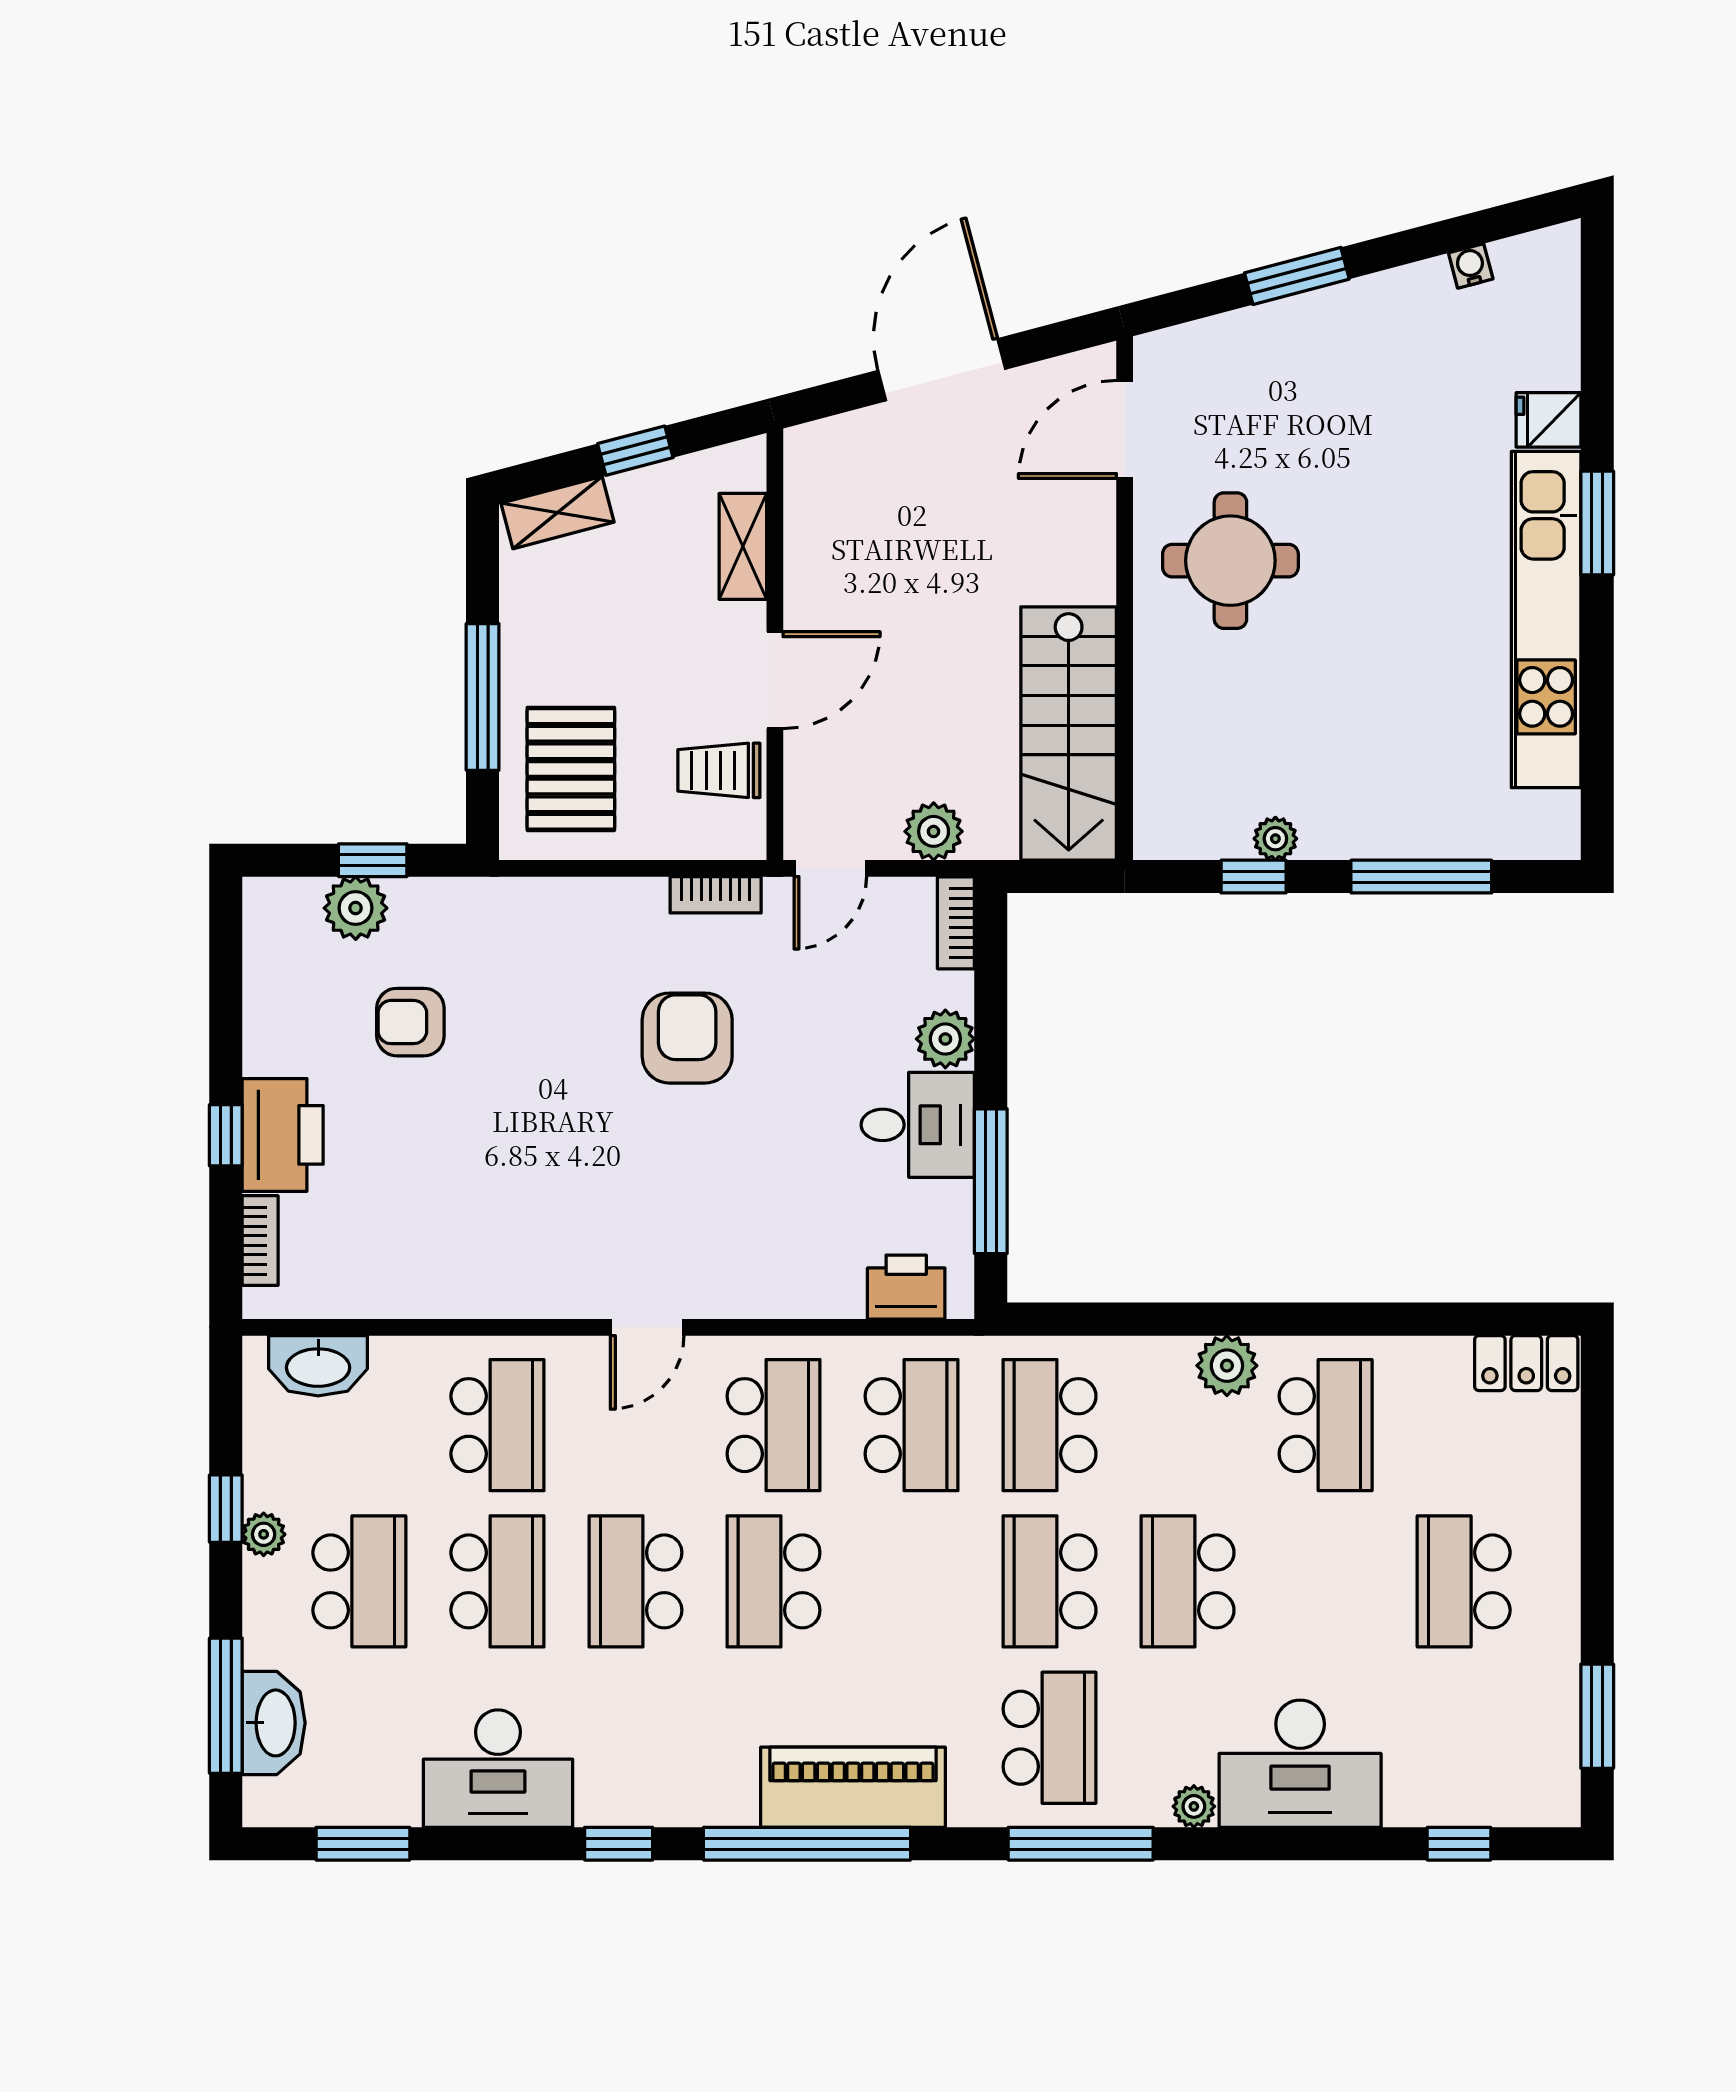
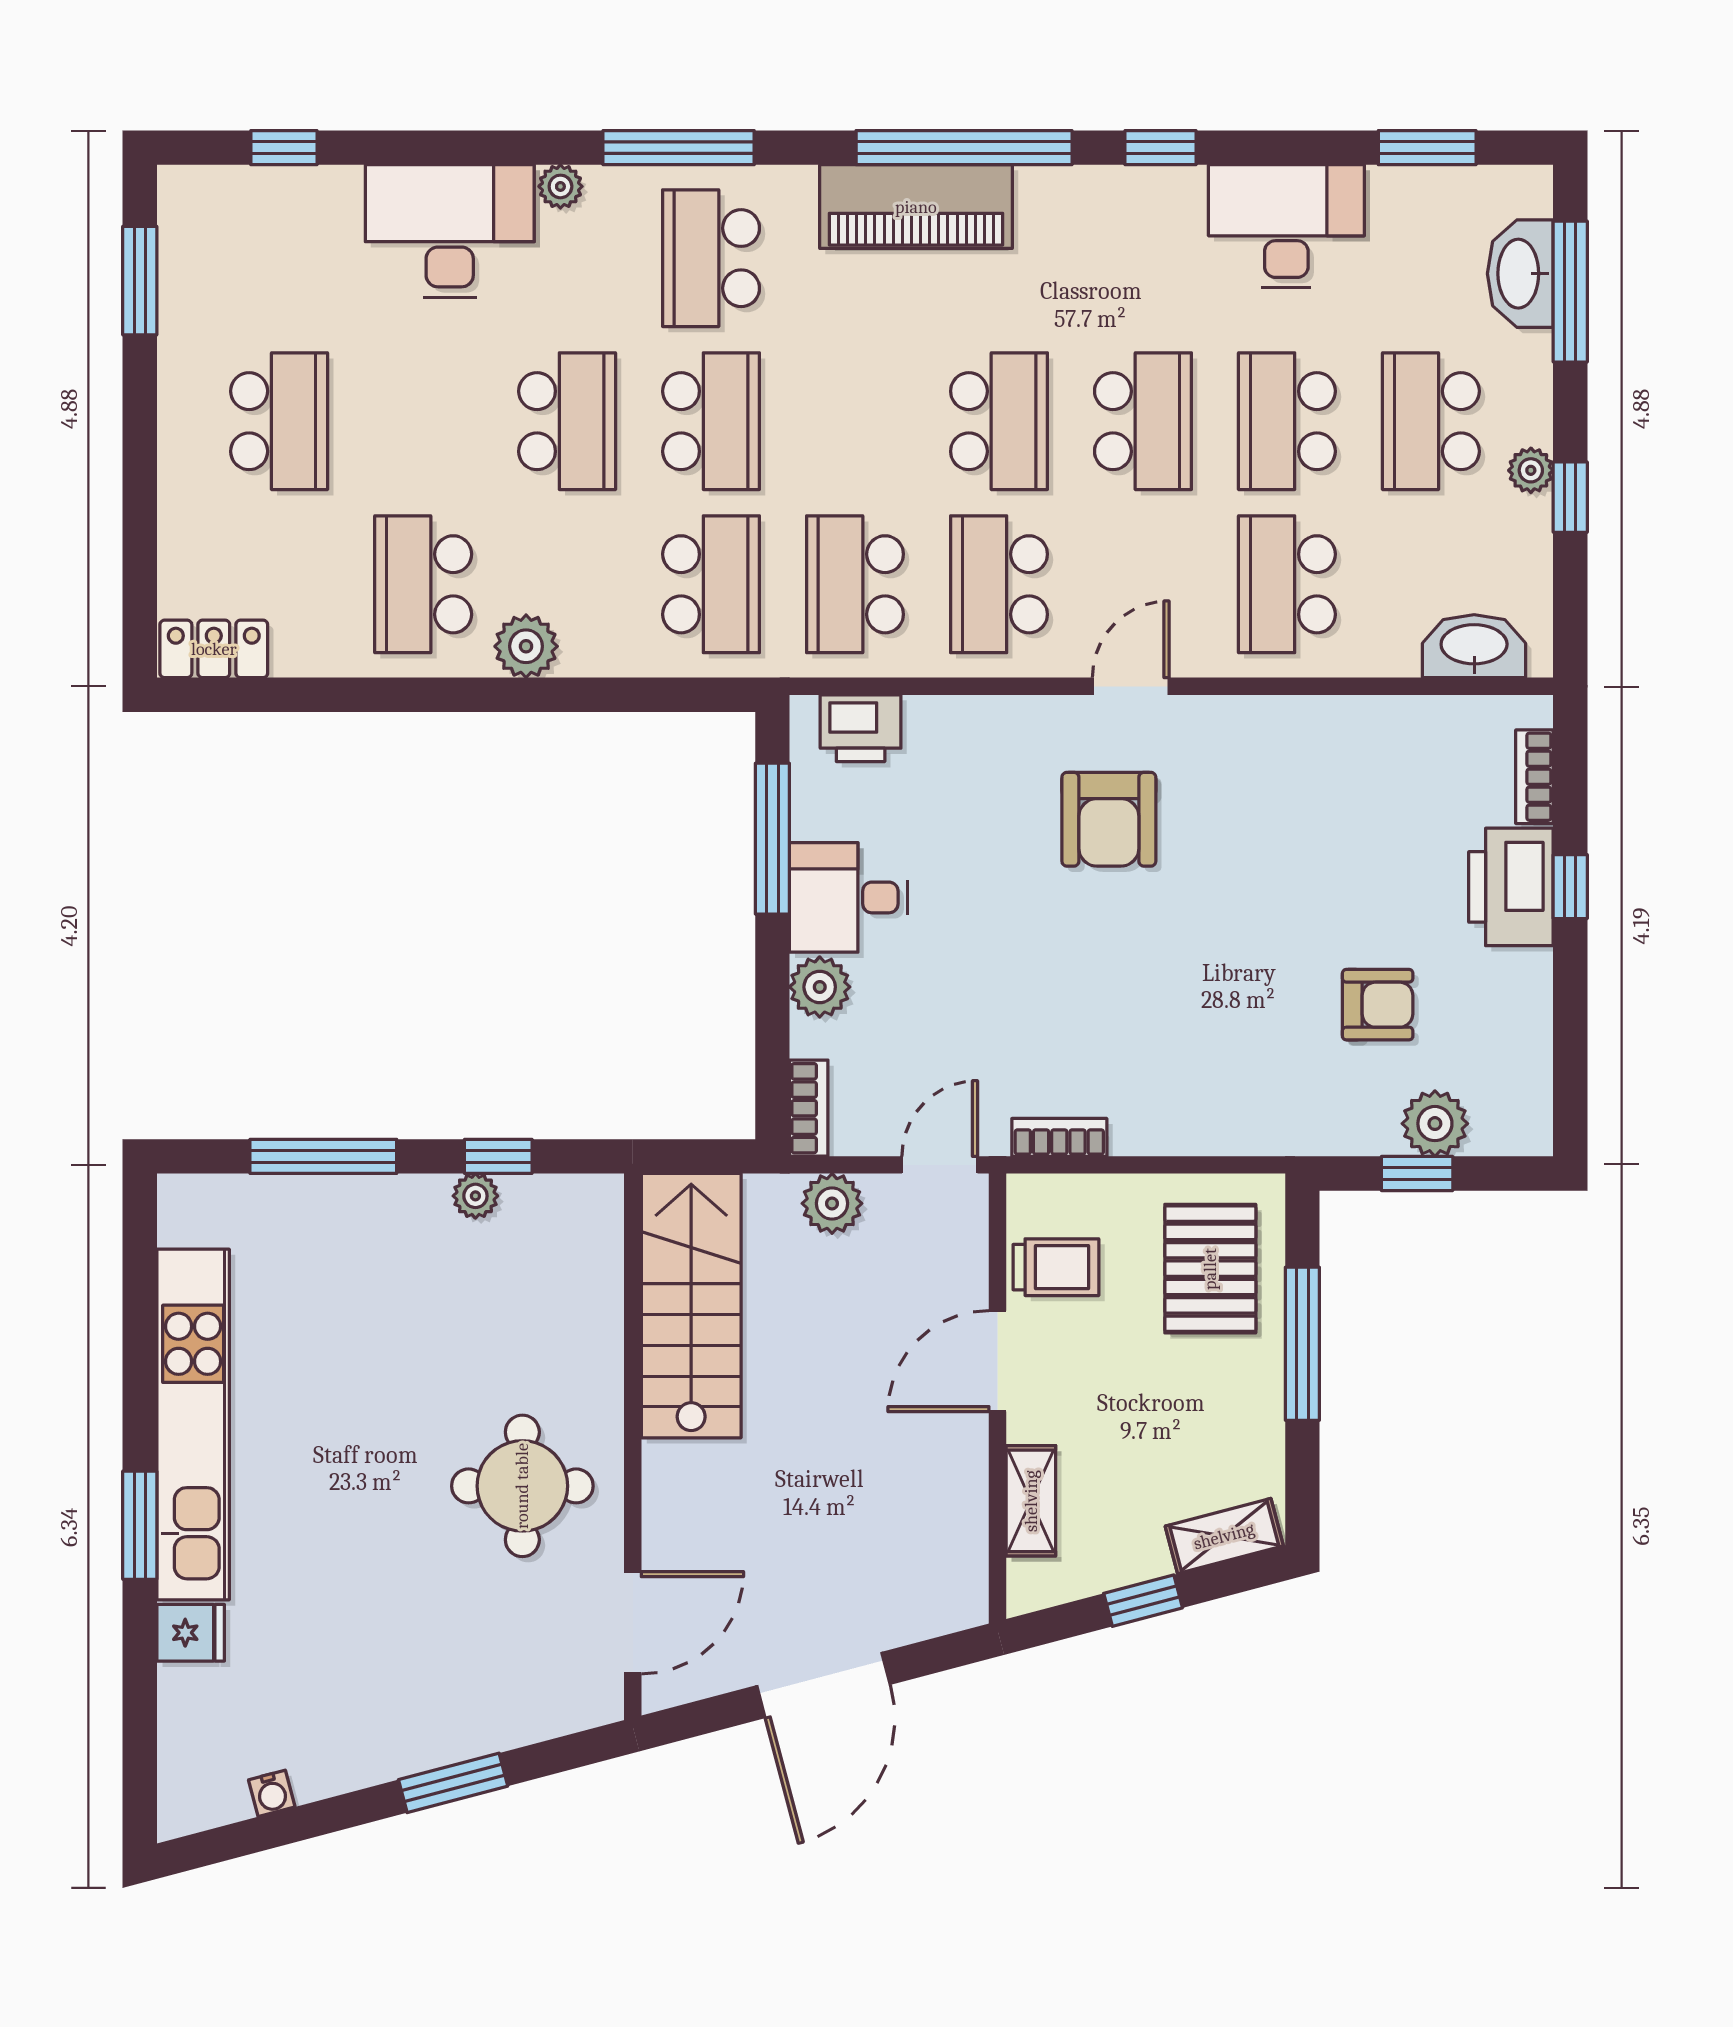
armchair: (687, 1038) -> (1109, 819), moved

